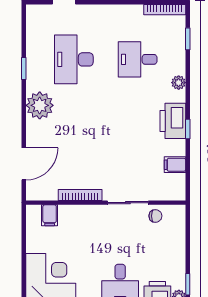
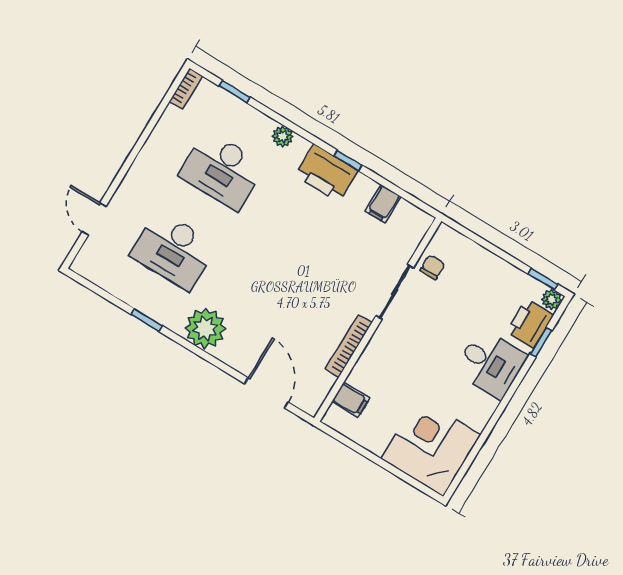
bookcase: (165, 10) -> (186, 89), width x0.64
desk: (138, 59) -> (222, 170), width x1.37

